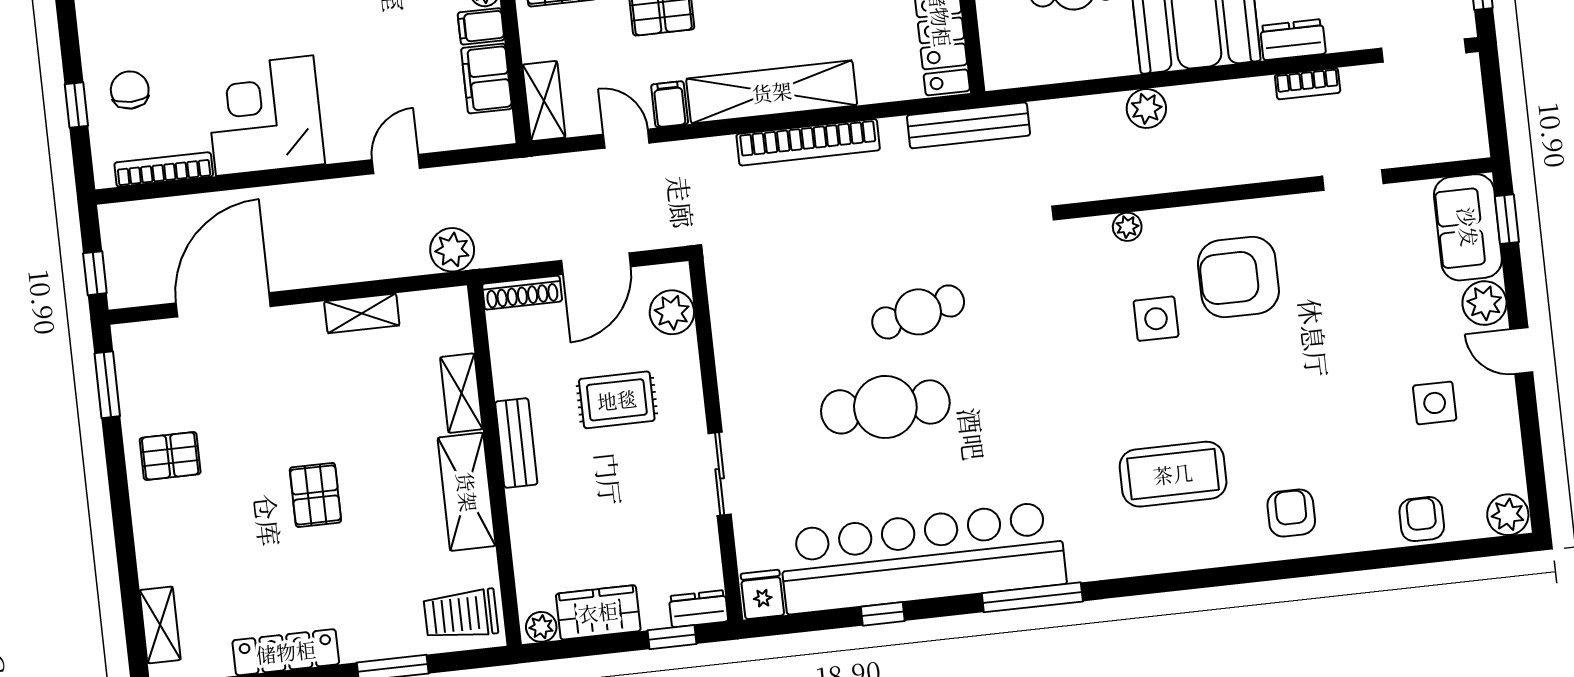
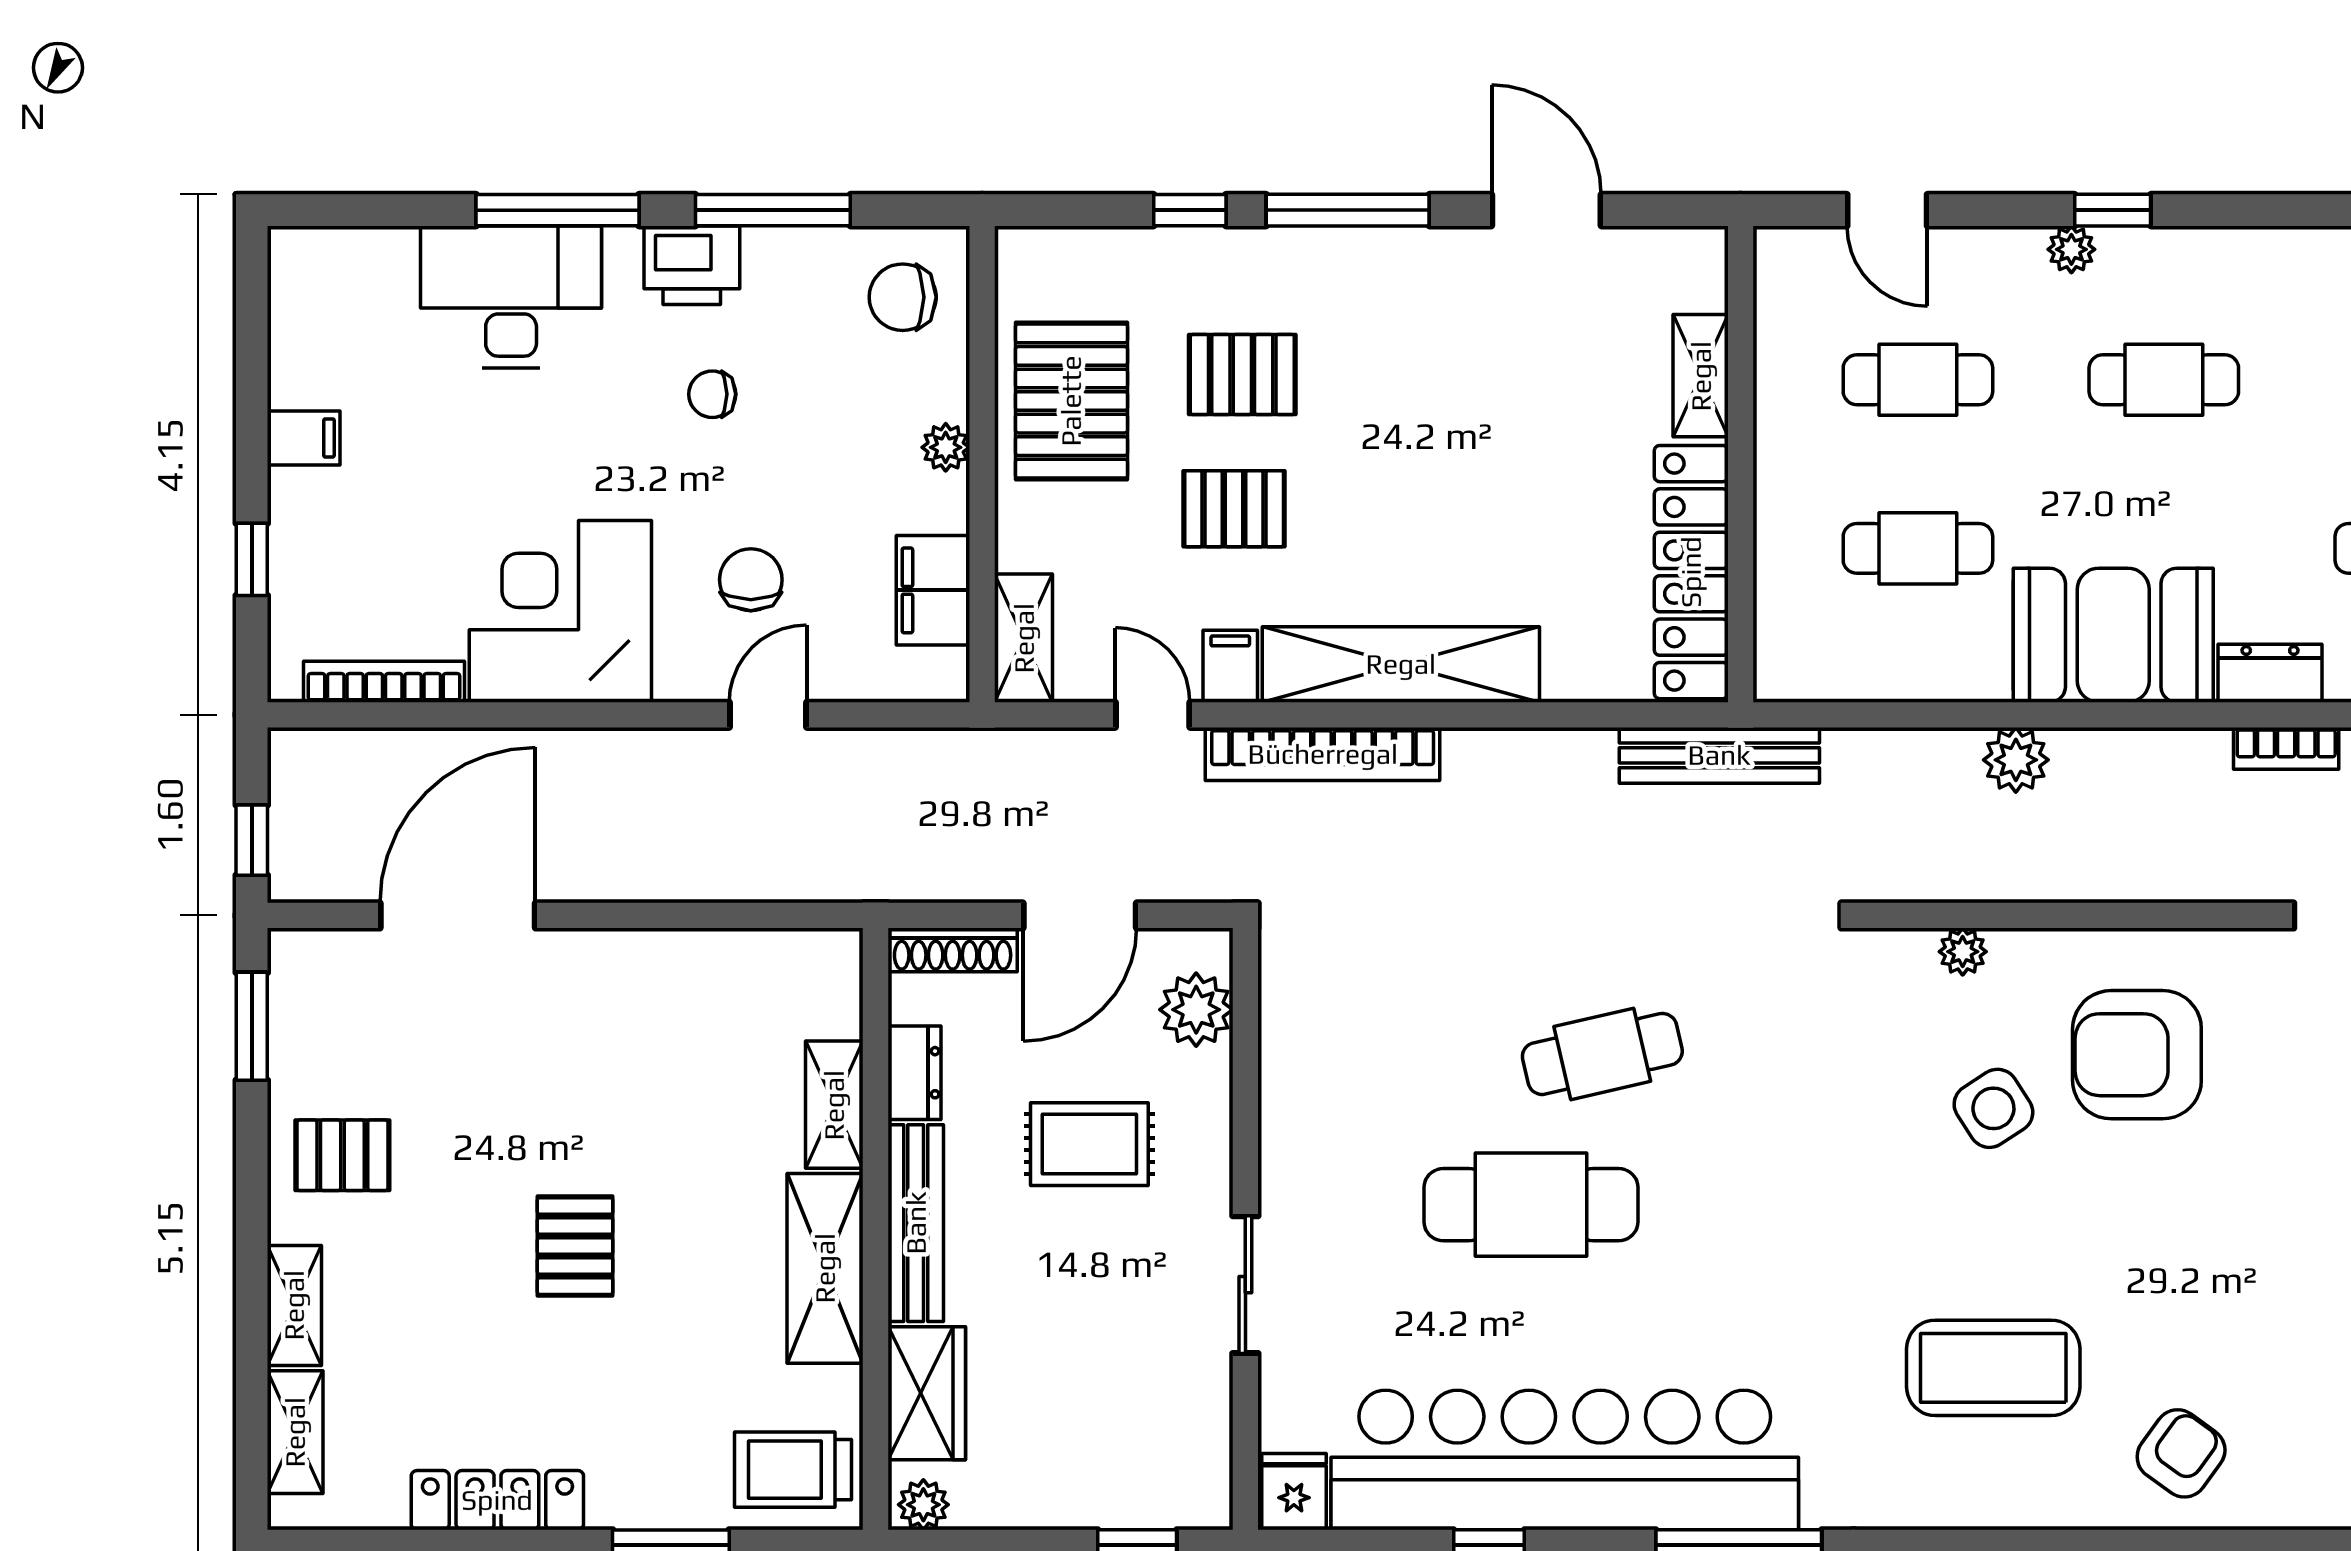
filing cabinet: (481, 26) -> (304, 438), moved, turned 180
chair: (130, 90) -> (751, 580), moved
bookcase: (808, 142) -> (1323, 754), moved
plant: (452, 250) -> (845, 867), removed
shelving: (362, 313) -> (294, 1305), moved, turned 90
side table: (1156, 319) -> (1993, 1108), turned -33
bench: (516, 443) -> (916, 1223), width x1.36
armchair: (1291, 513) -> (2181, 1453), turned 36
dresser: (698, 609) -> (914, 1073), moved, turned 90
wardrobe: (598, 612) -> (927, 1393), moved, turned 90

